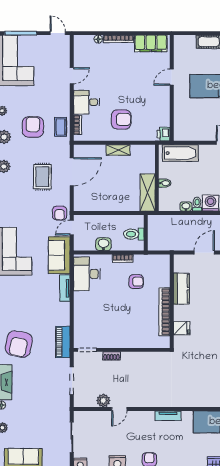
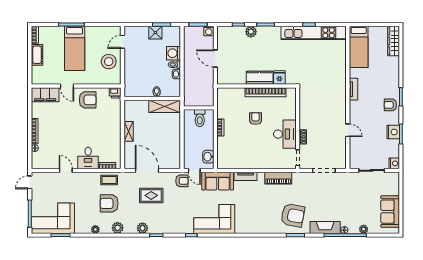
filing cabinet: (151, 43) -> (45, 95), moved, turned 90
armchair: (121, 119) -> (88, 100), moved, turned 90
stool: (201, 126) -> (109, 62), added
bathtub: (180, 153) -> (131, 79), removed
washbasin: (103, 244) -> (208, 157), moved
desk: (87, 274) -> (285, 134), moved, turned -90
armchair: (136, 282) -> (256, 119), moved
kitchen counter: (181, 289) -> (260, 78), moved
piano: (63, 342) -> (278, 178), moved
plant: (103, 401) -> (341, 144), removed

